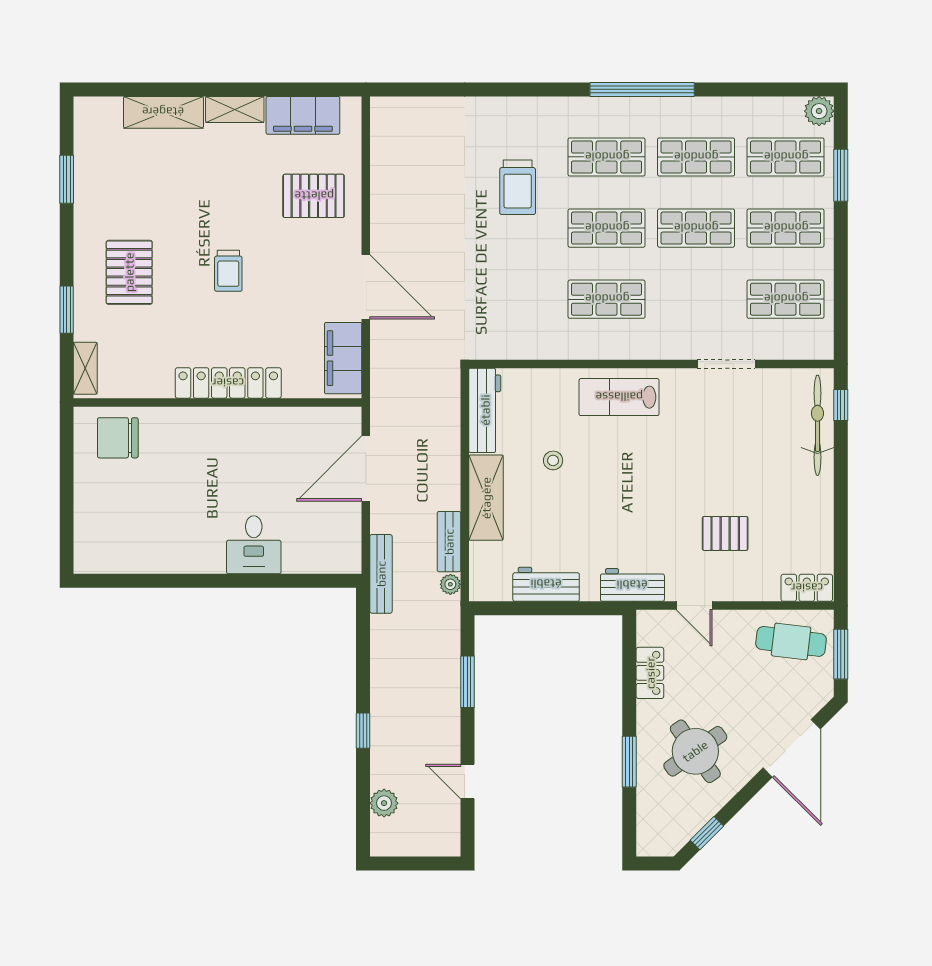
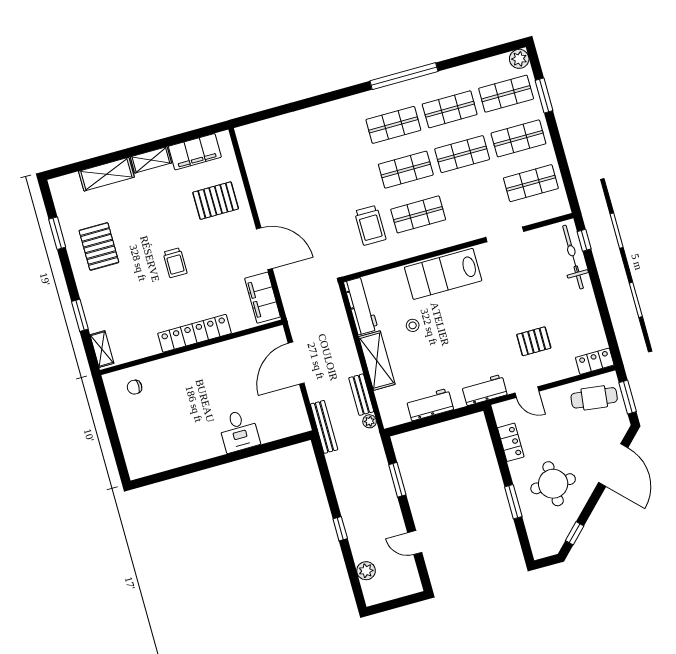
trolley: (518, 187) -> (370, 225), moved
pallet: (129, 272) -> (99, 246), moved
lab bench: (619, 397) -> (443, 274), width x1.36, depth x1.39
chair: (118, 438) -> (135, 387), width x0.54, depth x0.54
round table: (695, 751) -> (553, 484), turned 35

